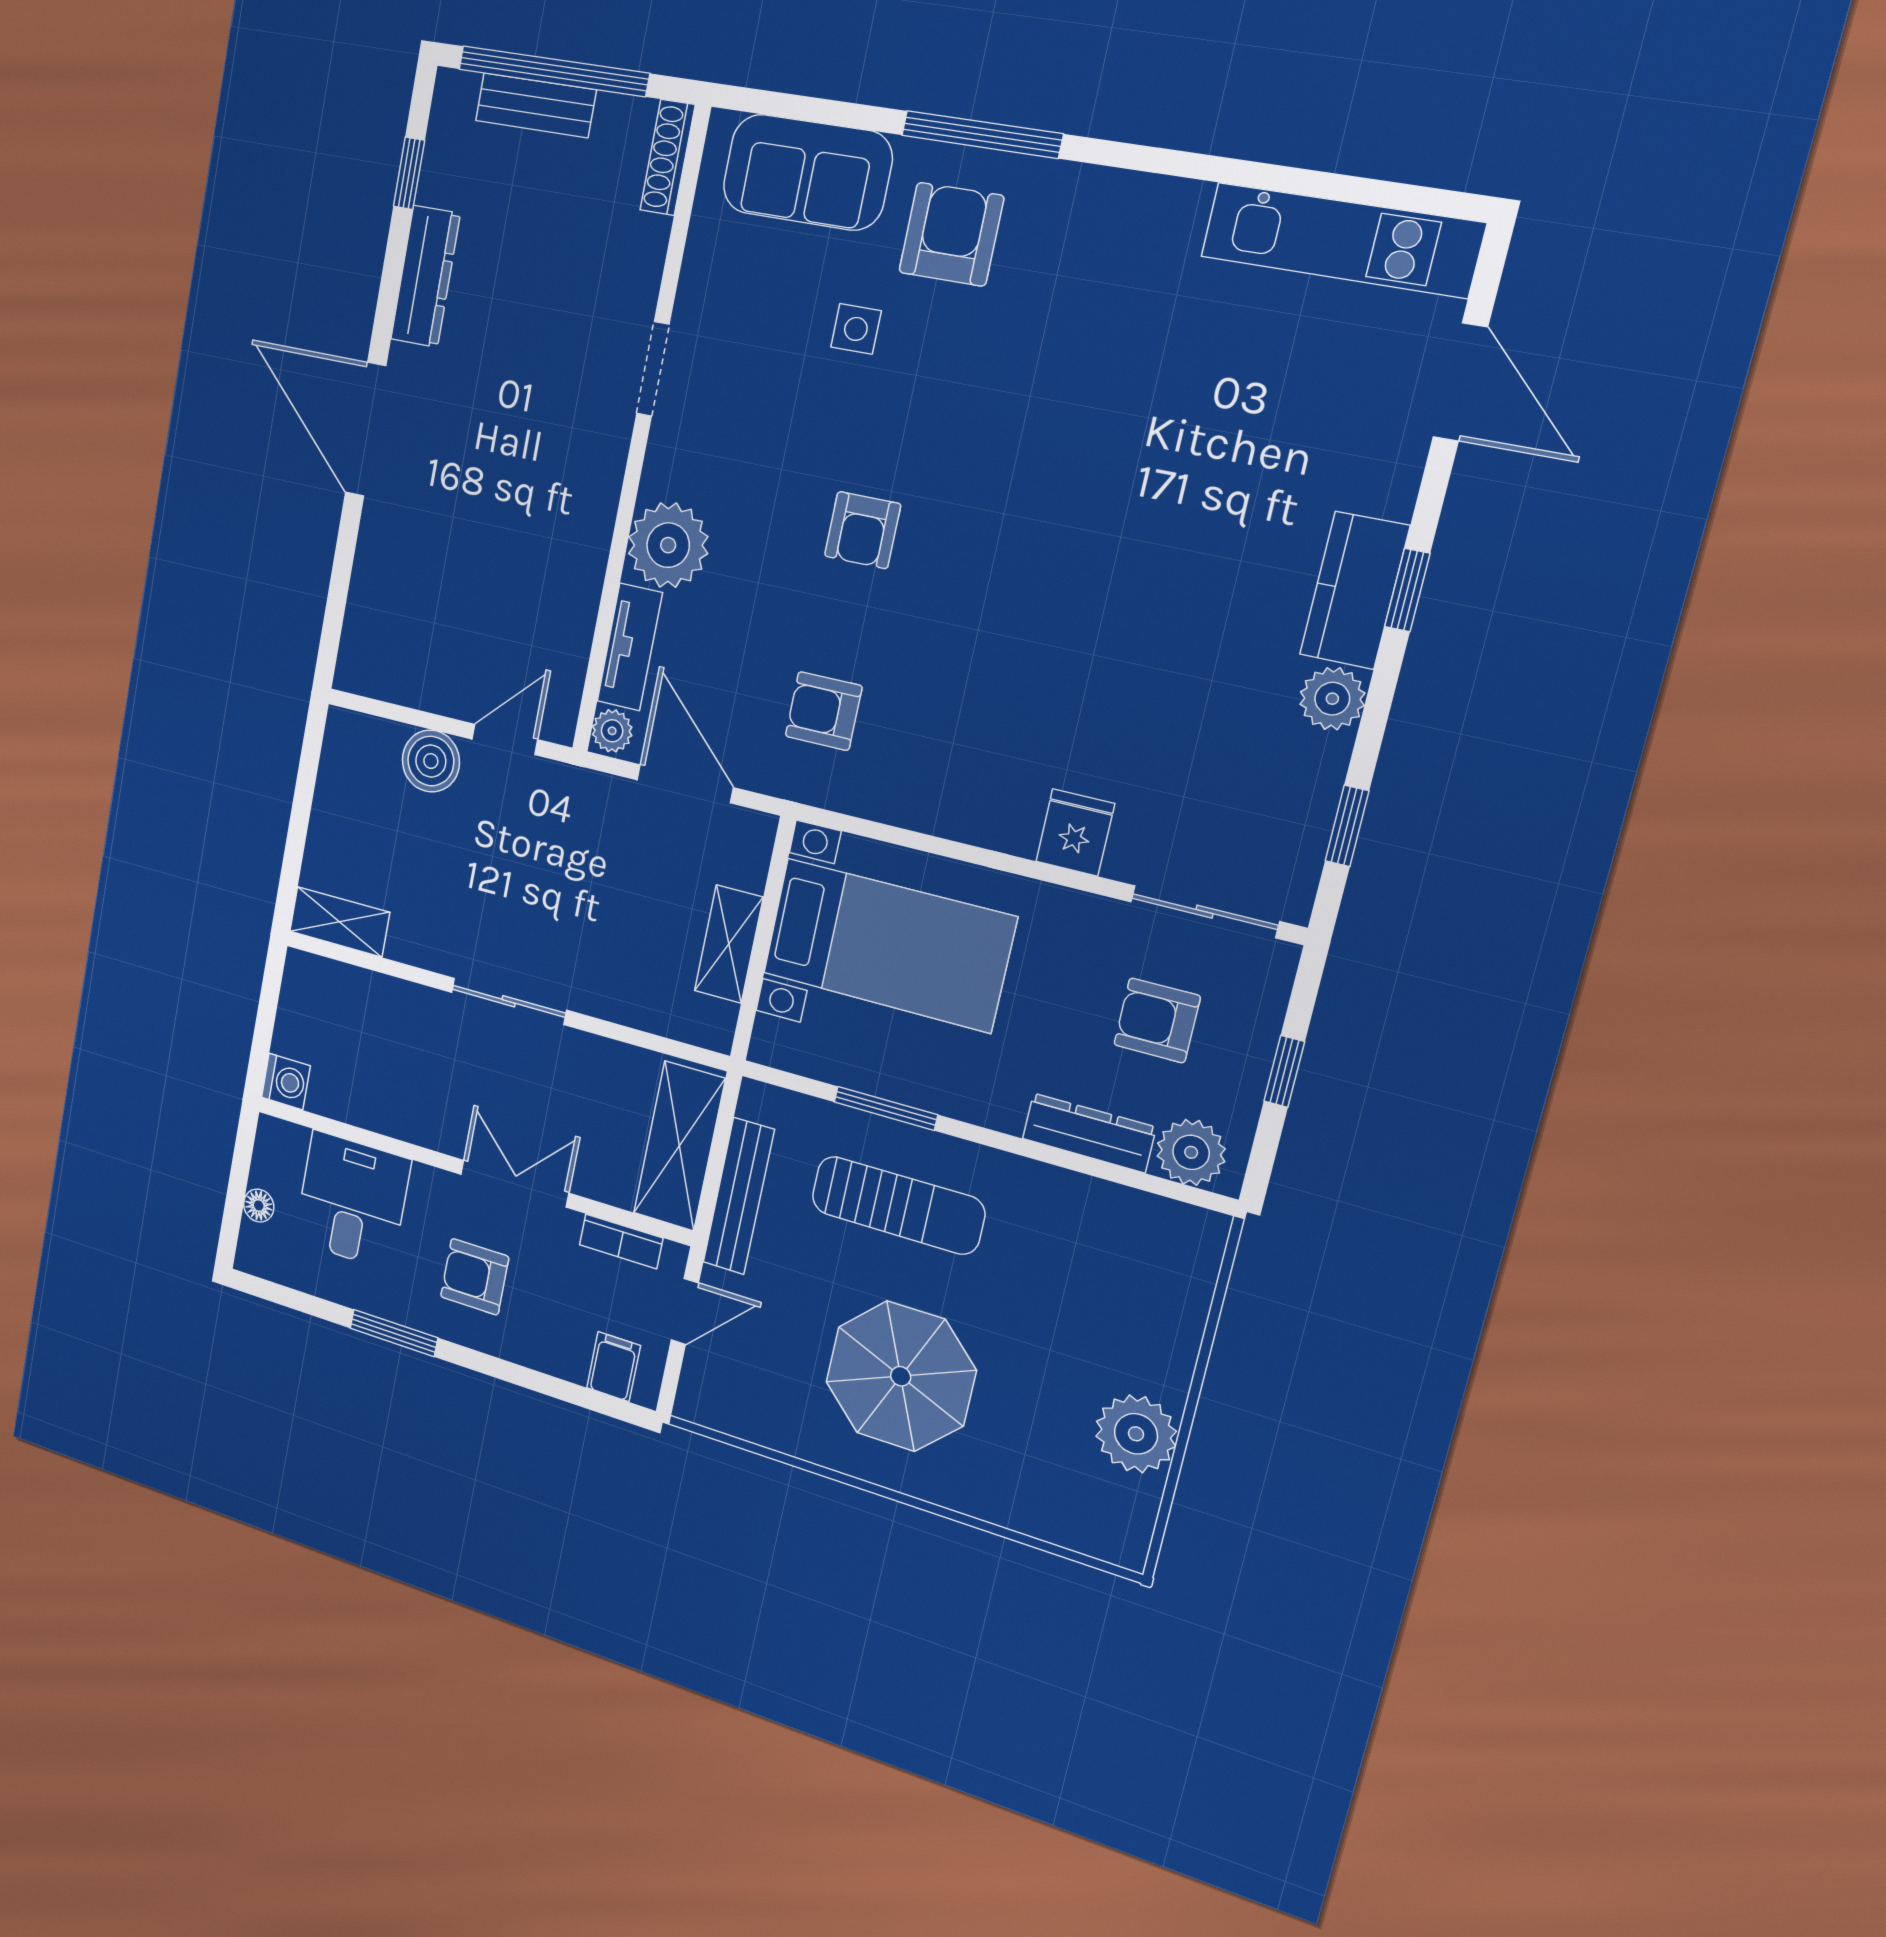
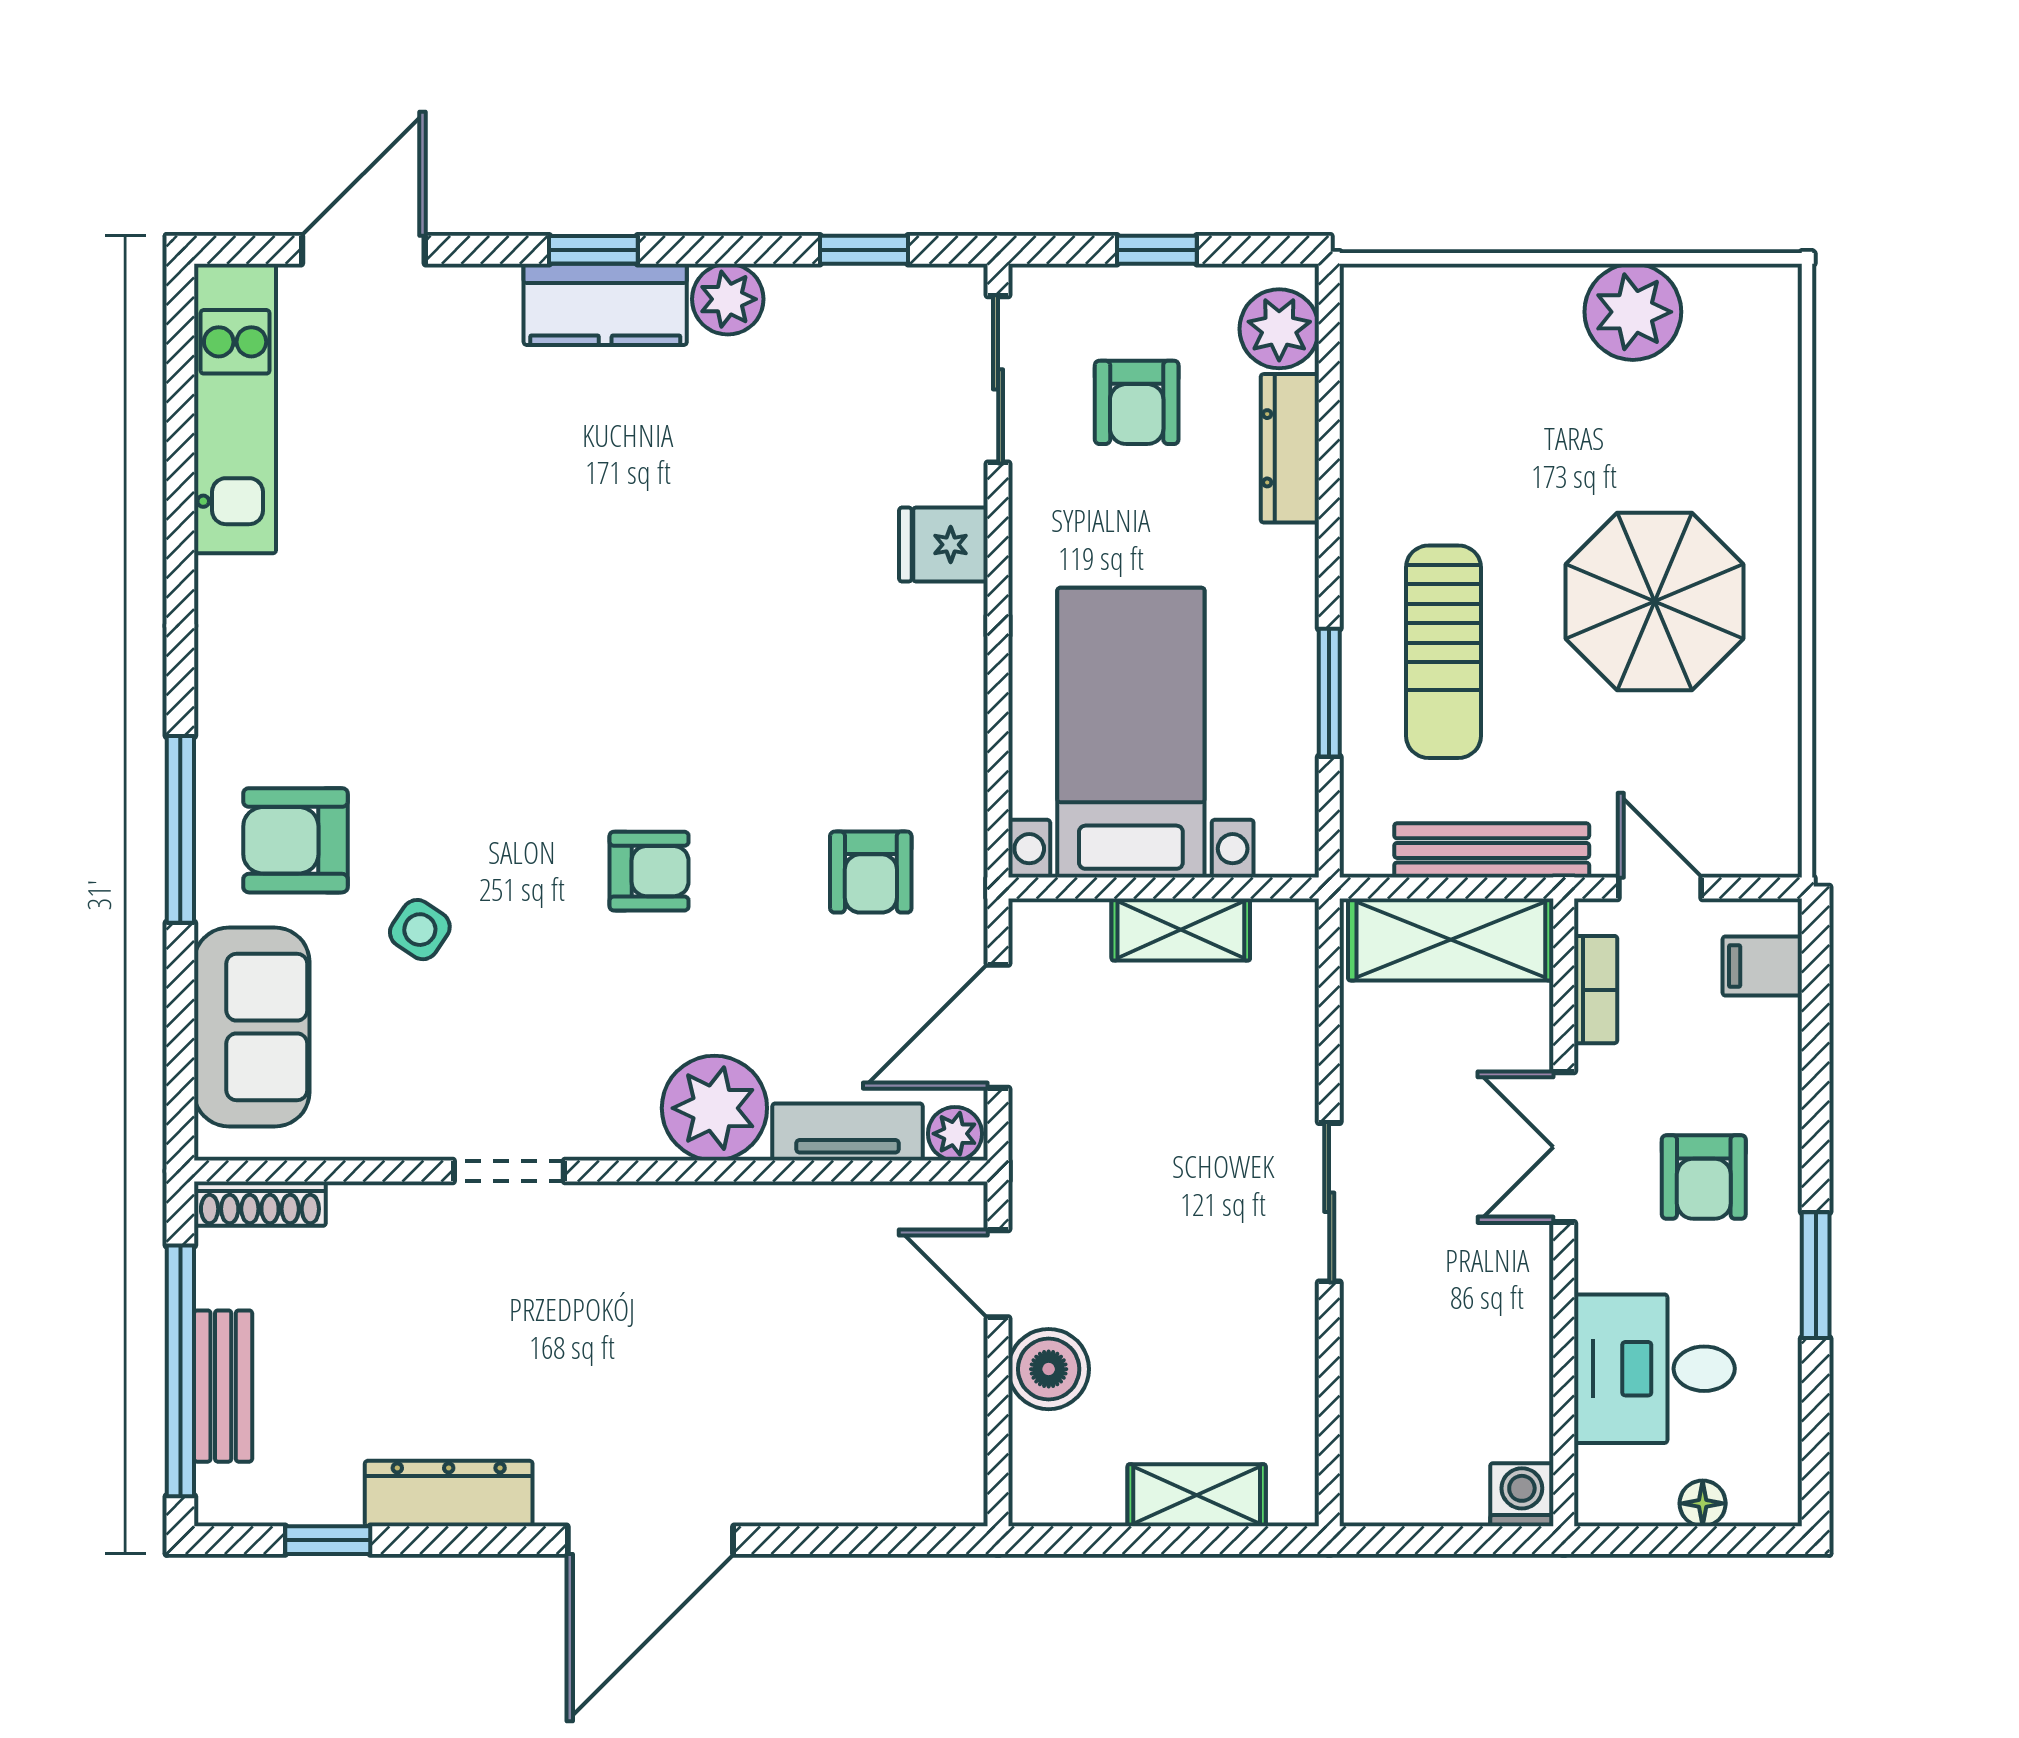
side table: (856, 329) -> (420, 930), turned 34
shelving: (340, 922) -> (1197, 1495), moved, turned 90
sun lounger: (898, 1205) -> (1443, 652), turned 180

